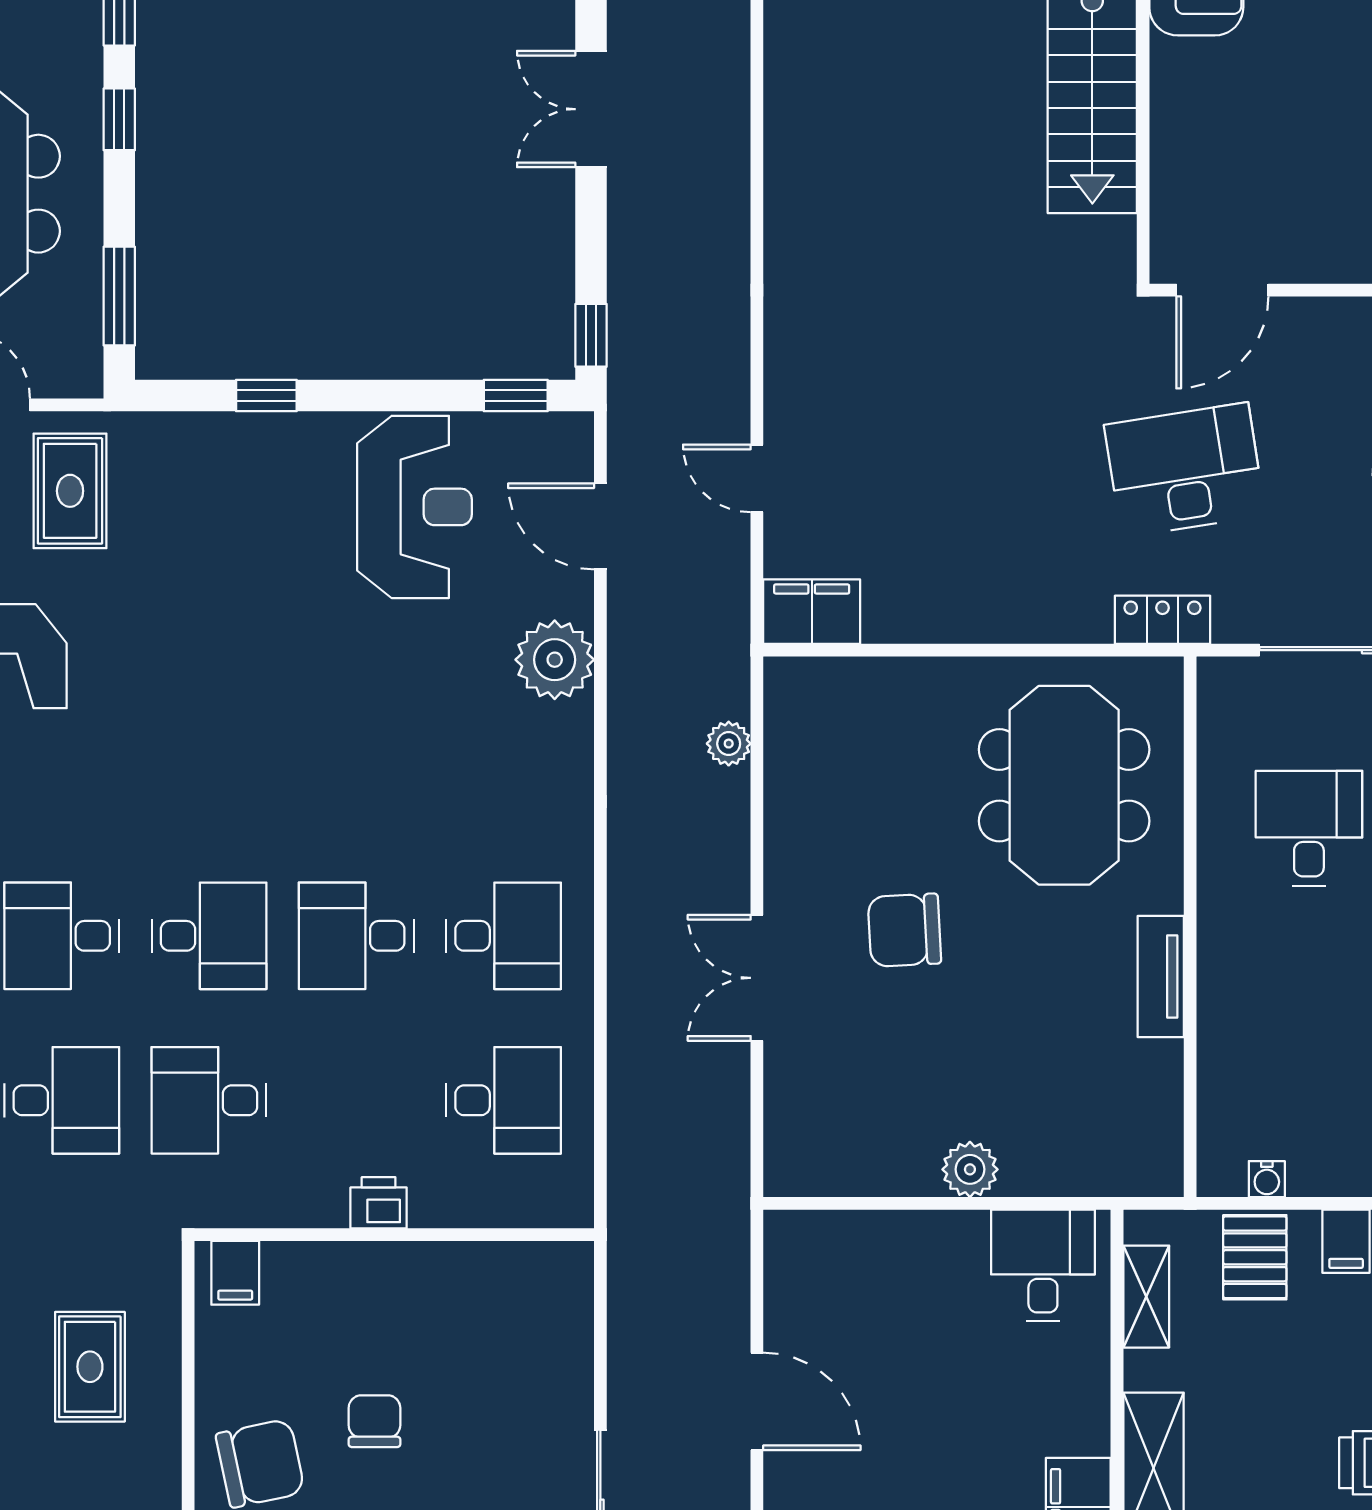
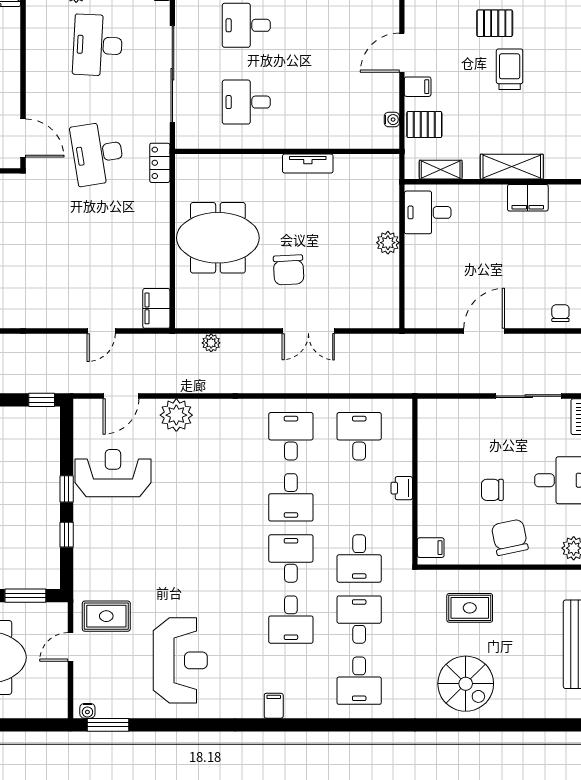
window: (516, 395) -> (67, 489), moved
meeting table: (1064, 785) -> (218, 238), moved

